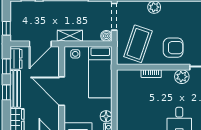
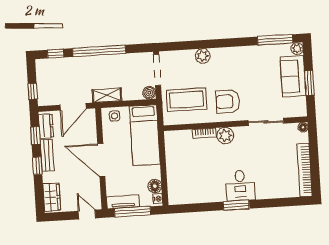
coffee table: (138, 44) -> (187, 100), turned 71
armchair: (173, 48) -> (228, 102), turned 180
plant: (182, 77) -> (225, 135), moved
bench: (15, 89) -> (47, 155), width x0.73

